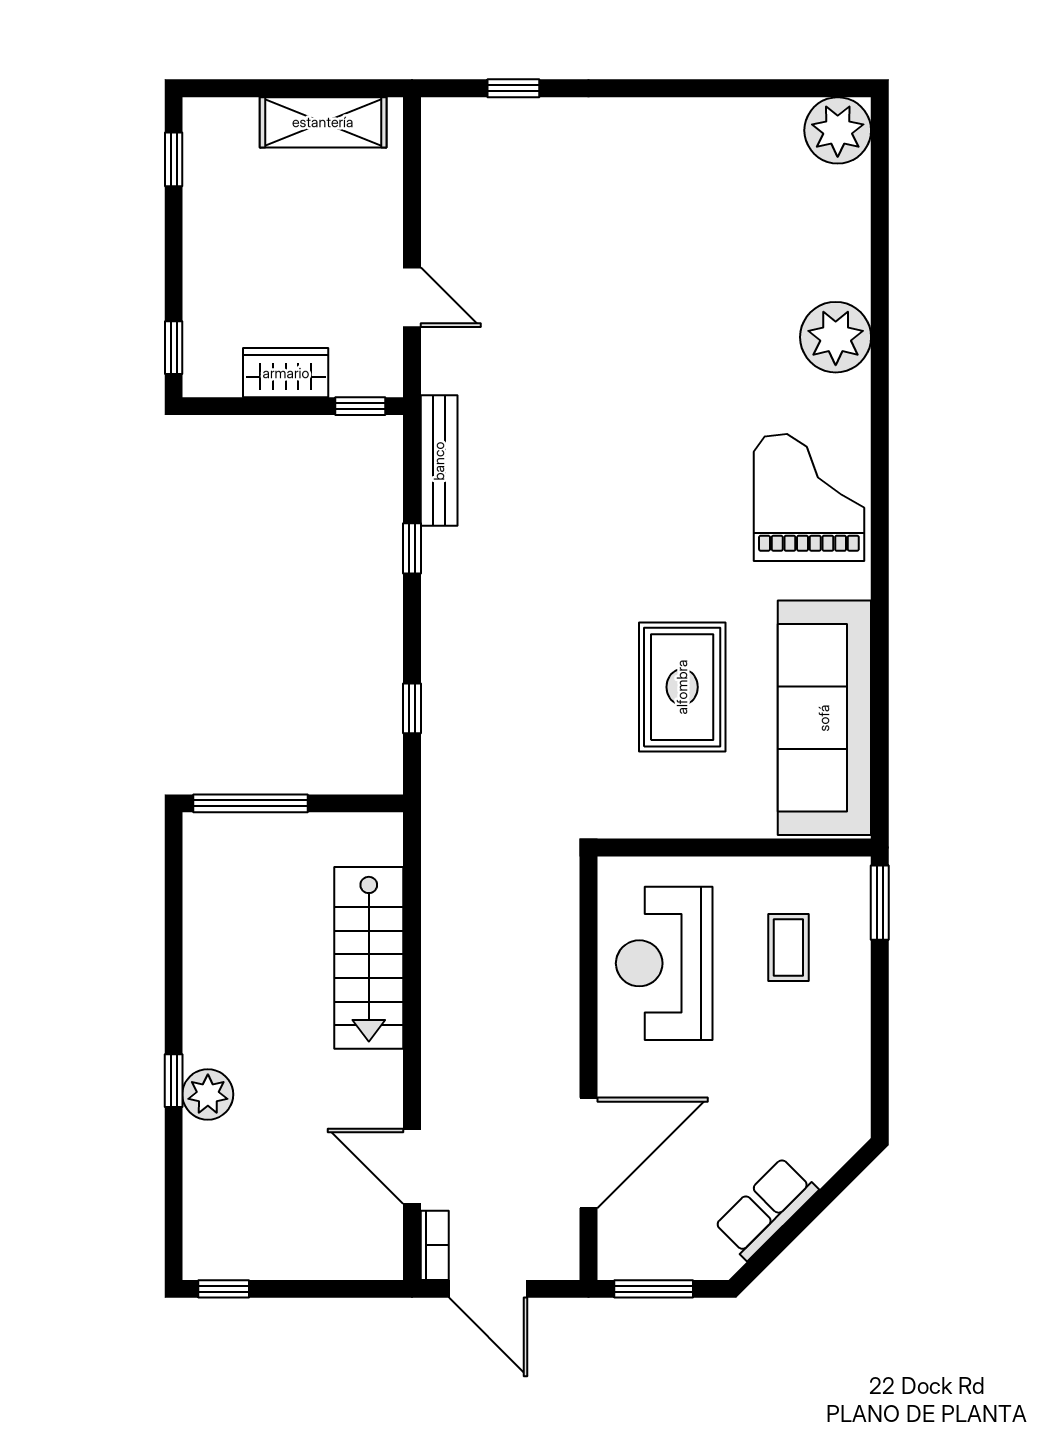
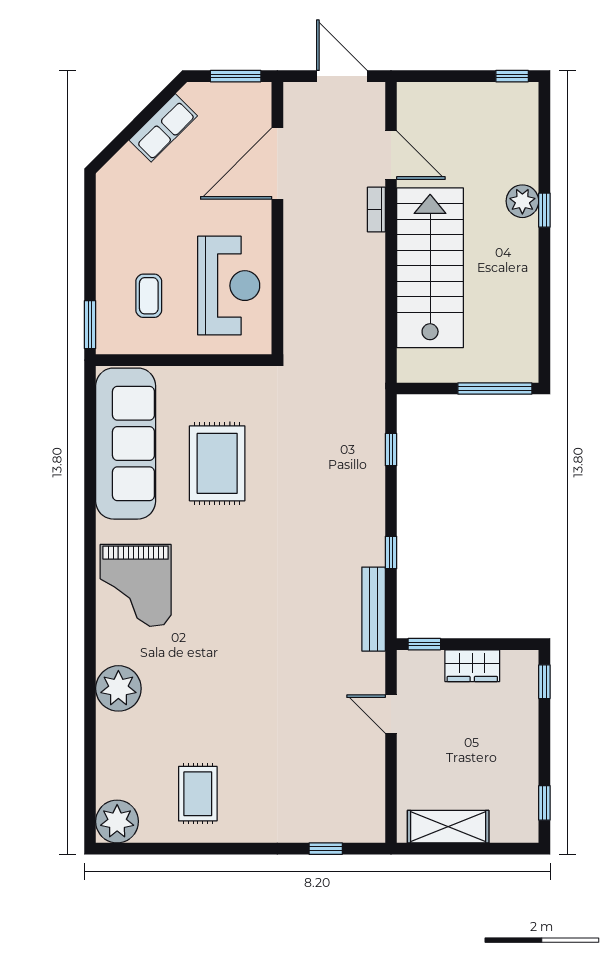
rug: (712, 174) -> (198, 794), added
stairs: (369, 958) -> (430, 268), width x1.36, depth x1.51
bookcase: (435, 1245) -> (376, 209), moved

